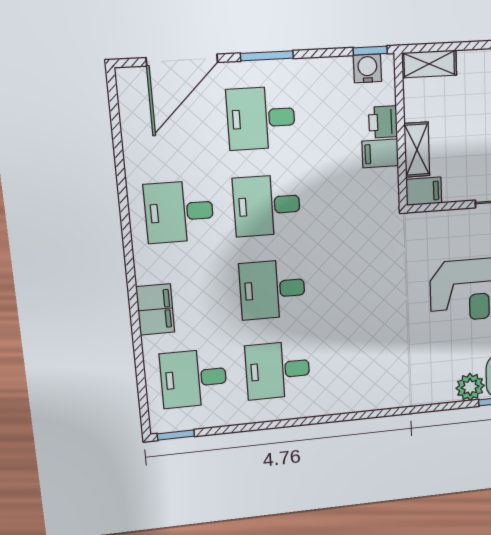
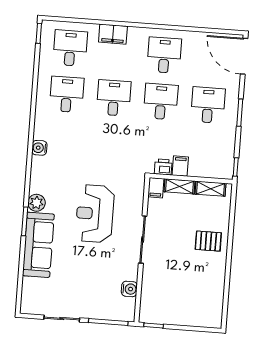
door: (182, 60) -> (244, 56), moved
shelving: (429, 64) -> (210, 189), moved, turned 90
water cooler: (367, 68) -> (39, 148), moved, turned 180
printer: (383, 122) -> (163, 167), moved

